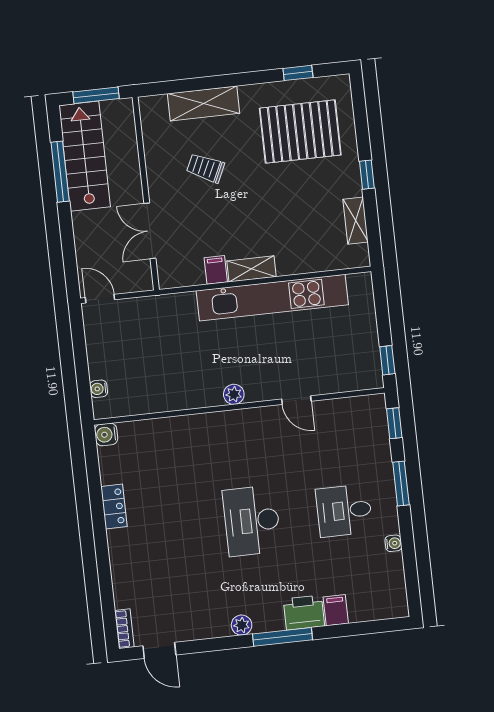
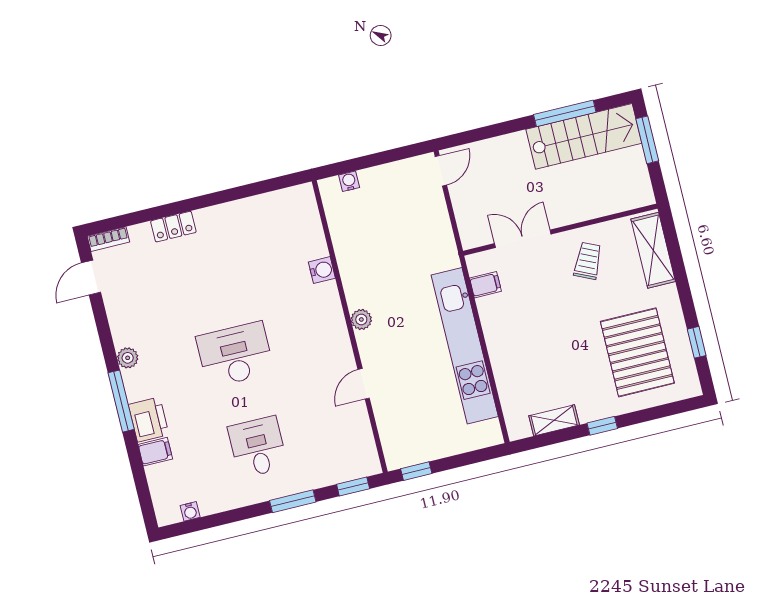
wall: (146, 193) -> (560, 230), moved
double door: (150, 231) -> (523, 239), moved
shelving: (252, 269) -> (491, 321), removed
water cooler: (106, 435) -> (322, 270), moved, turned 90
locker: (114, 507) -> (173, 227), moved
water cooler: (393, 543) -> (190, 511), moved

